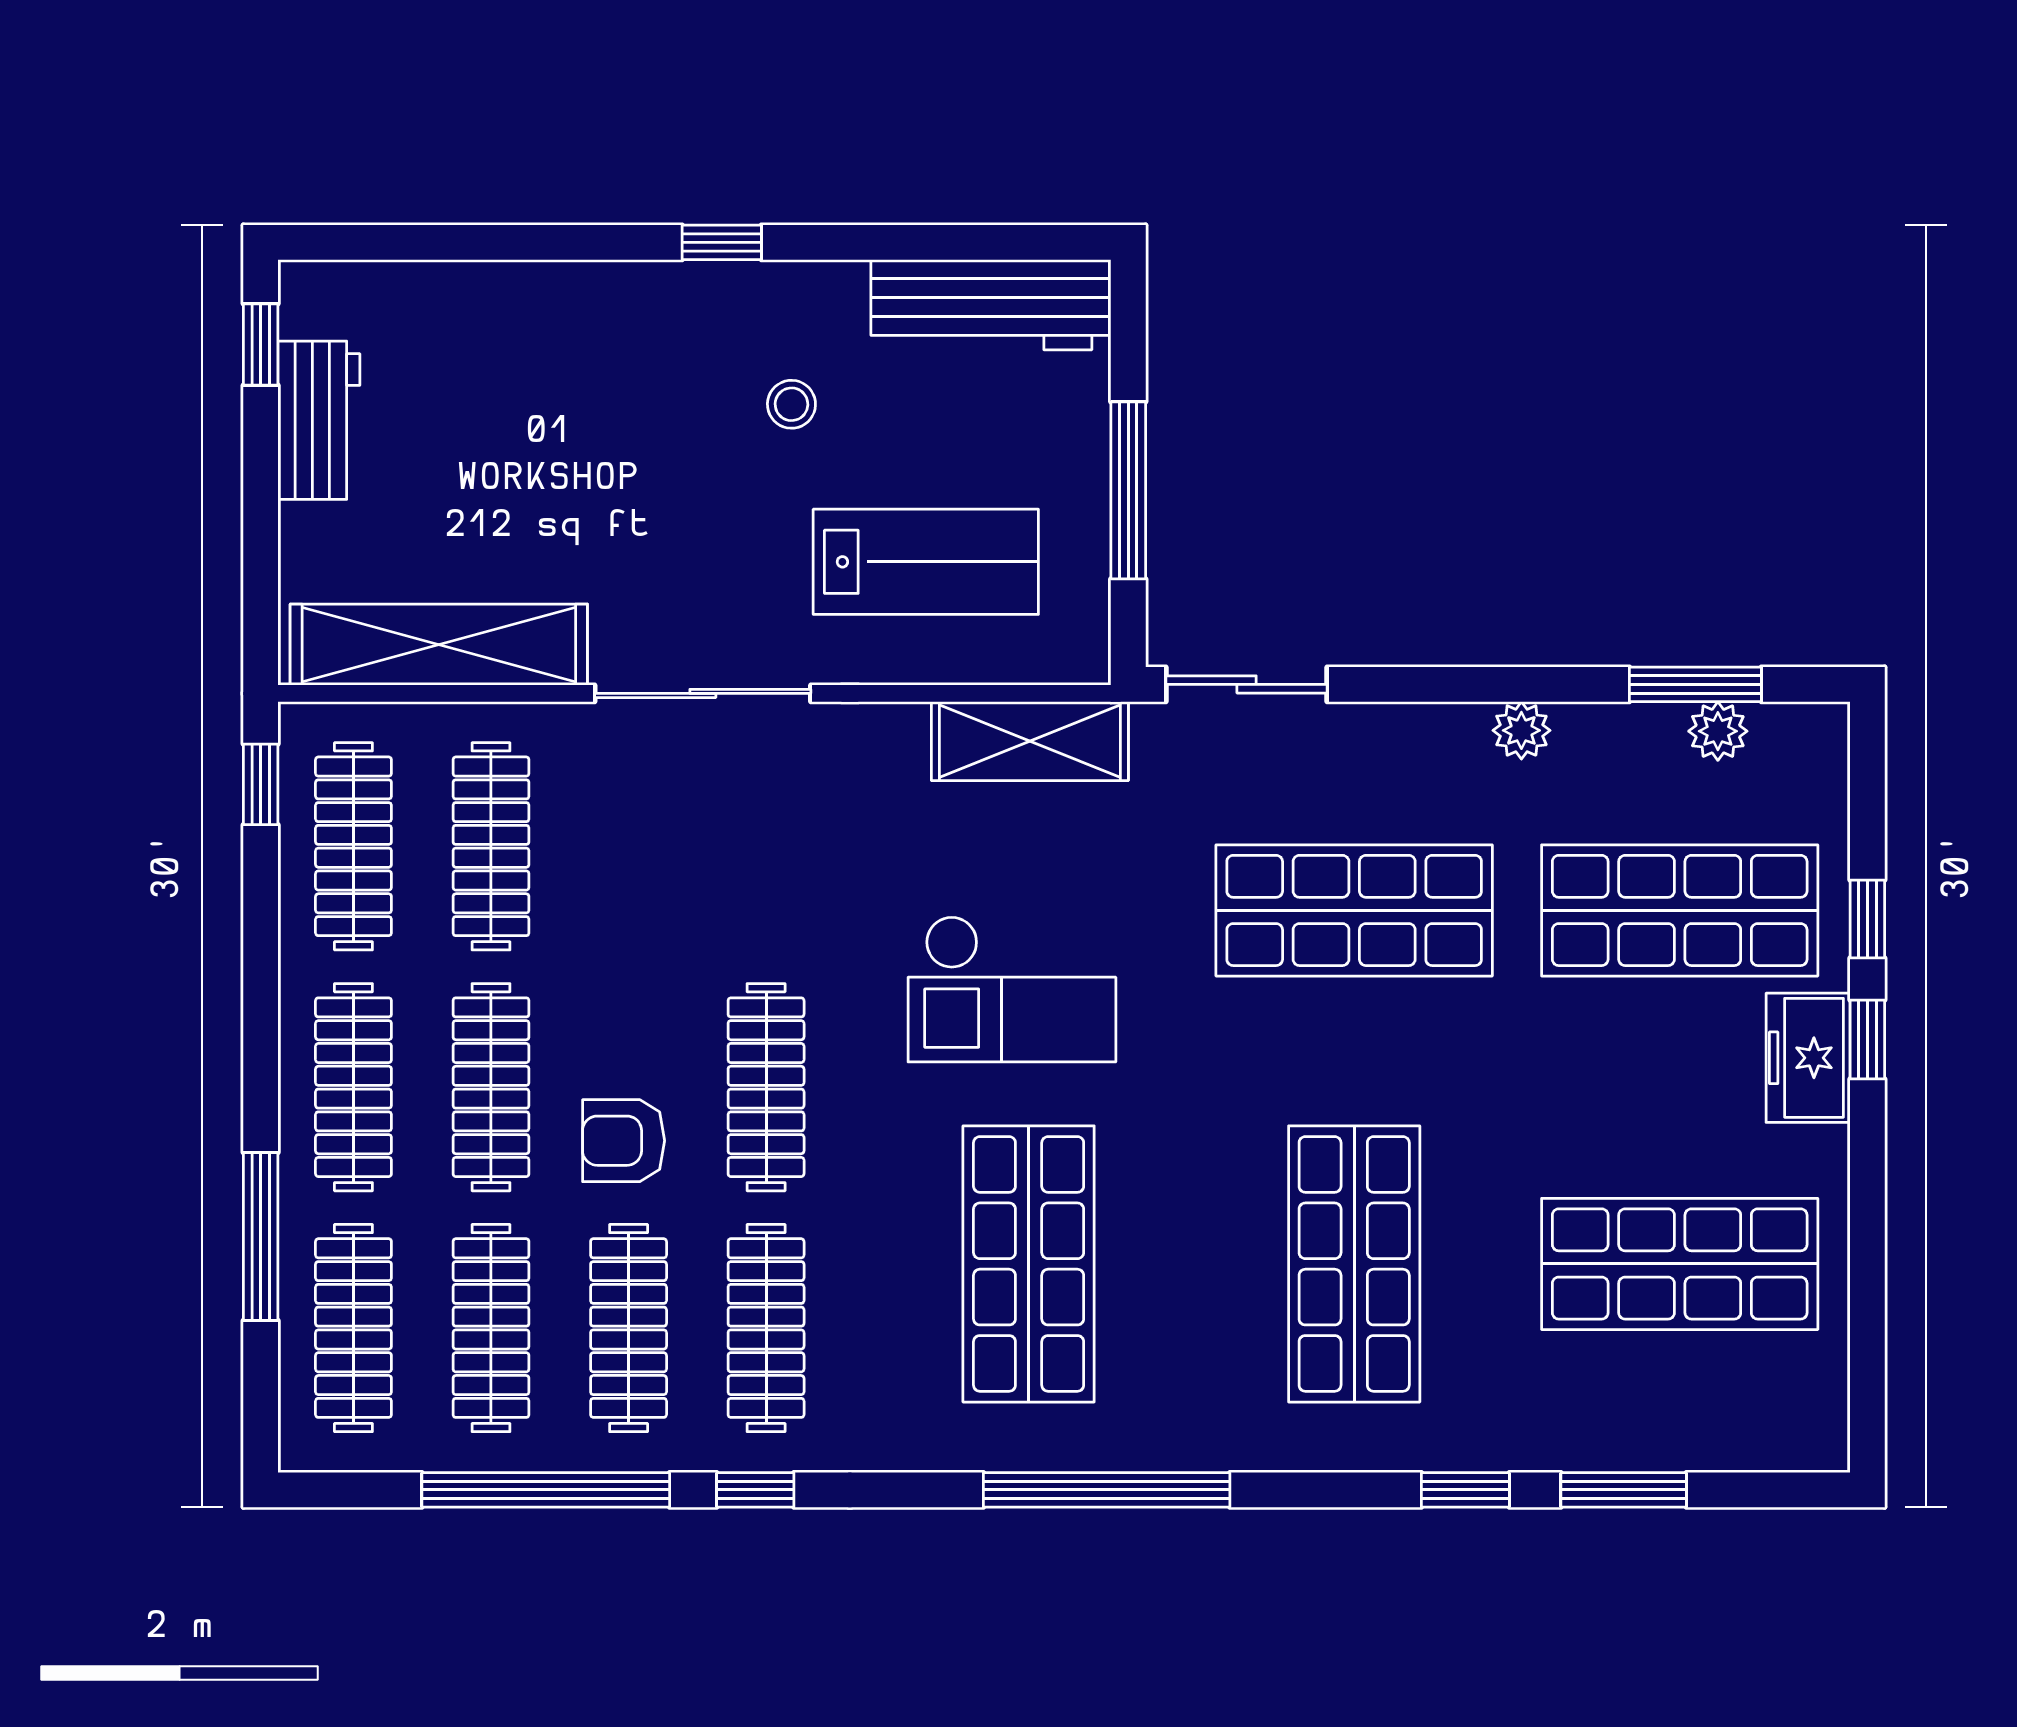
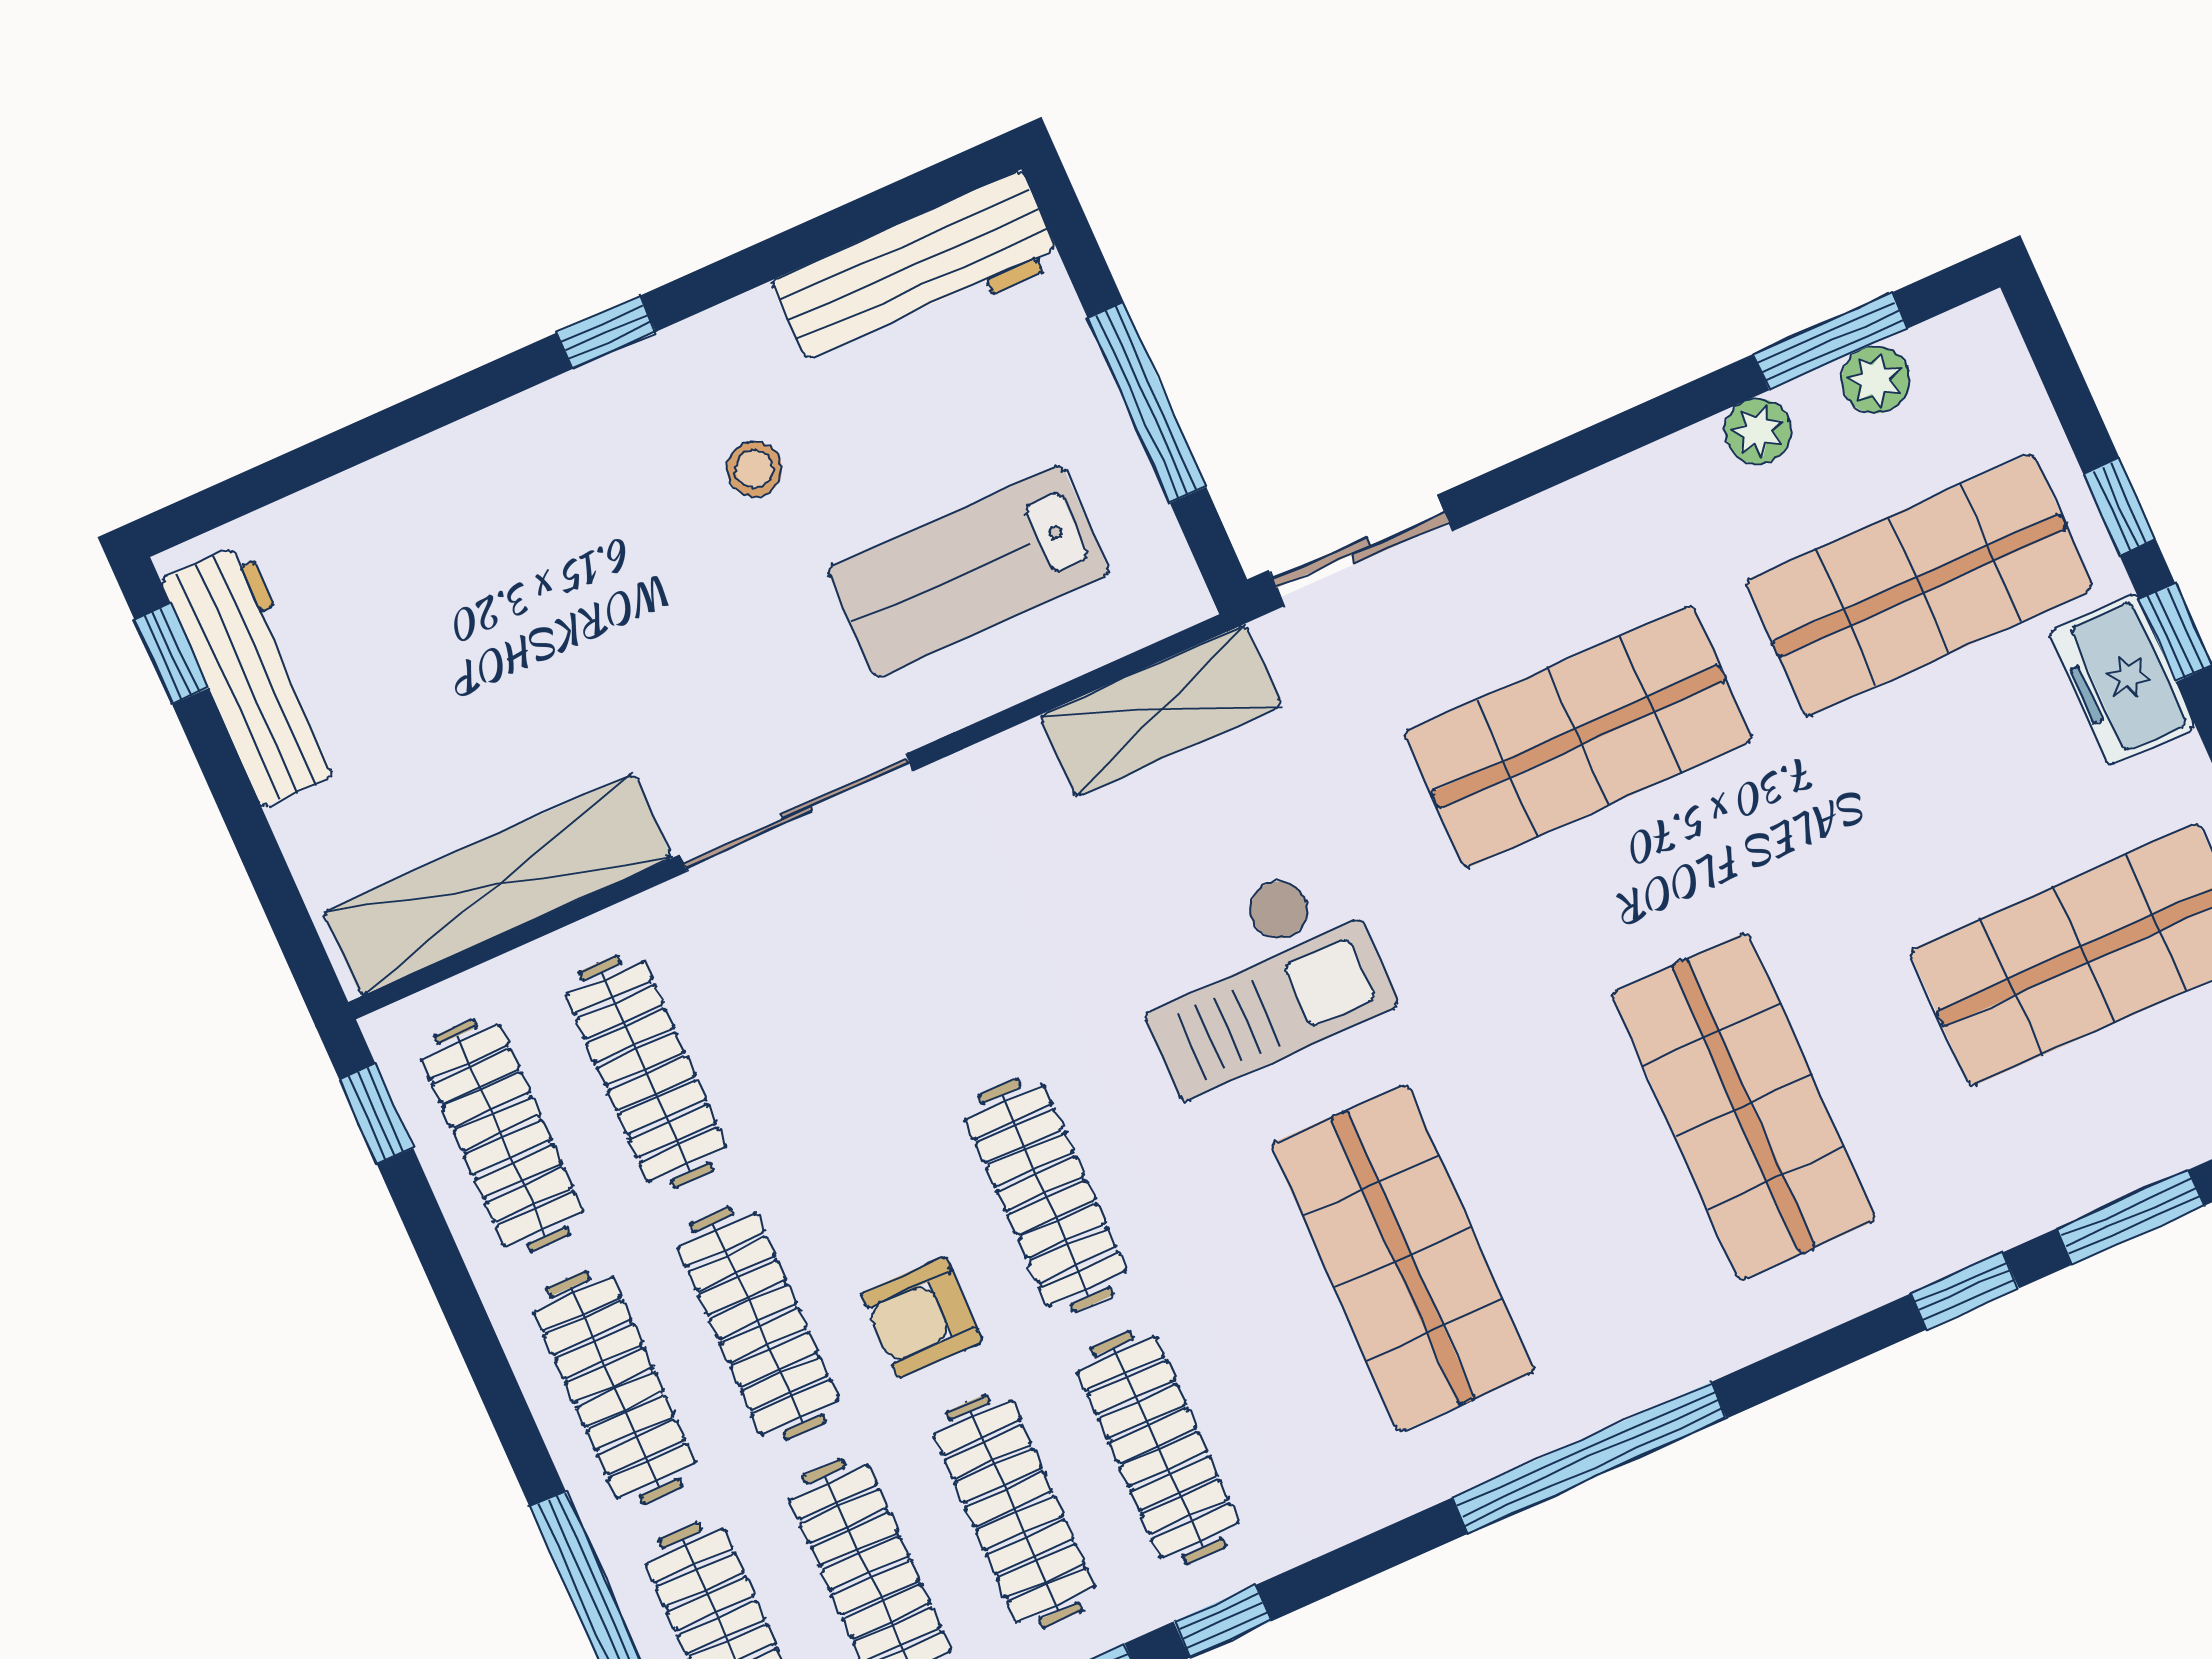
workbench: (319, 420) -> (254, 675), width x1.38
lab bench: (926, 562) -> (968, 571), turned 180
plant: (1521, 730) -> (1758, 431), moved

